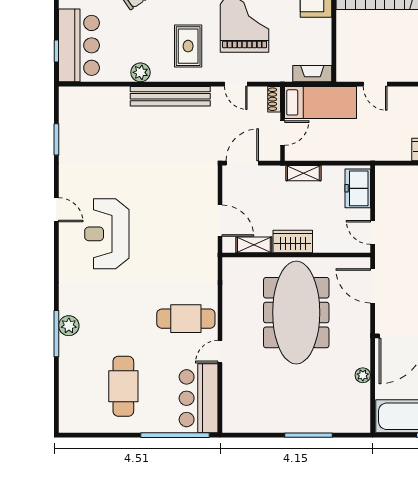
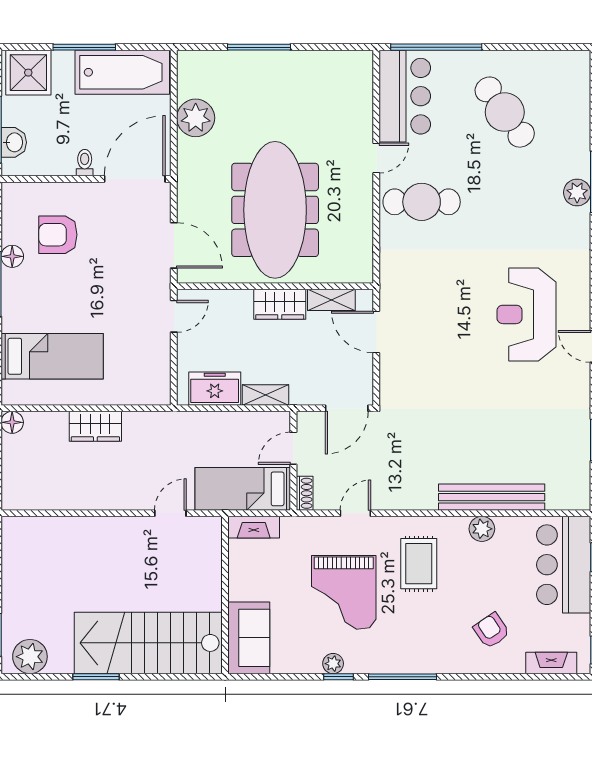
door: (236, 84) -> (355, 513), hinge flipped
door: (375, 84) -> (170, 513), hinge flipped
bench: (170, 96) -> (492, 497), moved
freezer: (358, 188) -> (215, 389), moved, turned -90
door: (373, 232) -> (174, 316), hinge flipped
reception desk: (107, 234) -> (527, 314), turned 180
plant: (363, 375) -> (196, 118), width x1.87, depth x1.87
cafe table: (123, 386) -> (505, 112), turned -36

